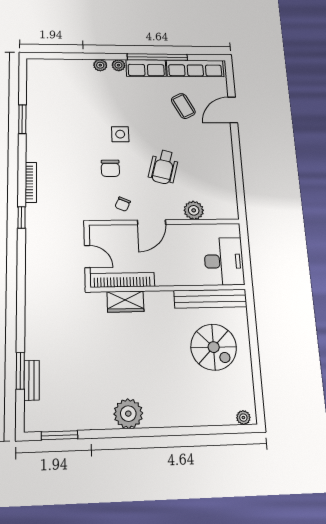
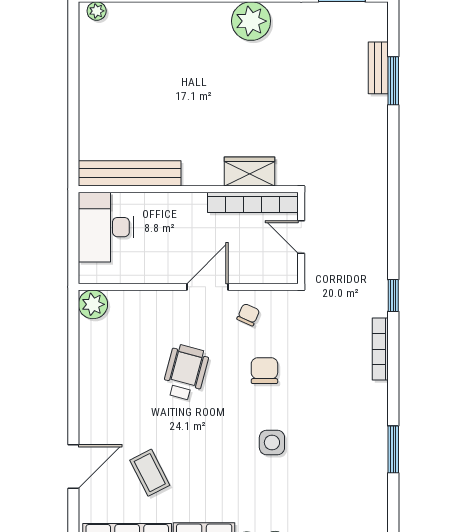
side table: (120, 134) -> (272, 443), moved
plant: (194, 210) -> (93, 304), moved
spiral stairs: (214, 347) -> (130, 106), removed

